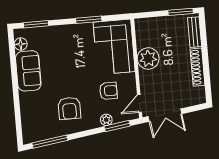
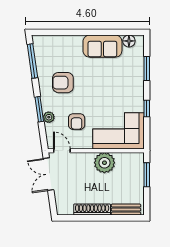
window: (181, 12) -> (147, 175), moved
window: (89, 20) -> (147, 109), width x0.67
window: (36, 24) -> (147, 68), moved
window: (117, 126) -> (39, 109), moved

